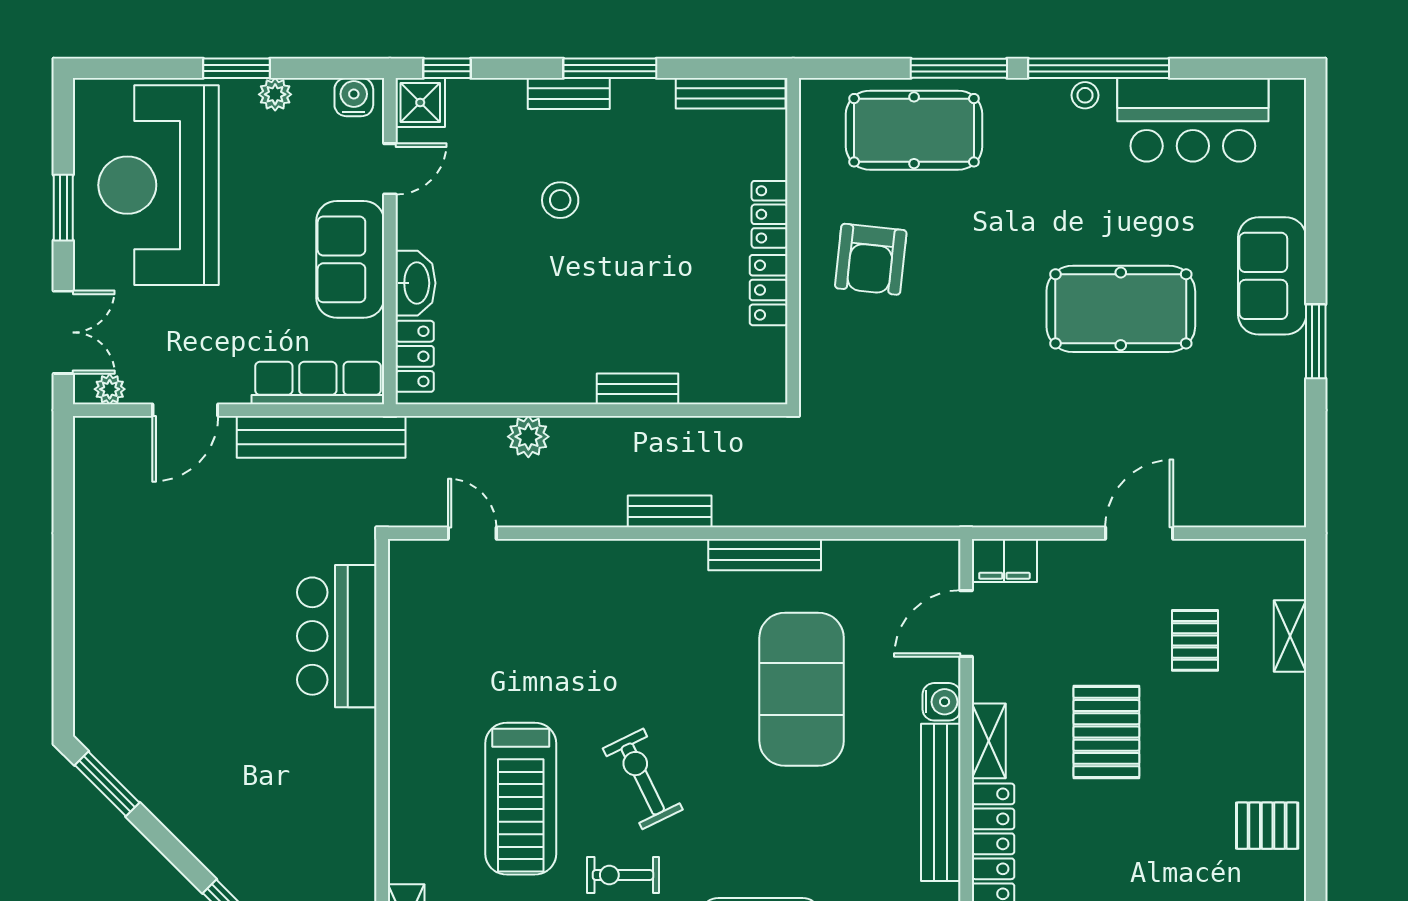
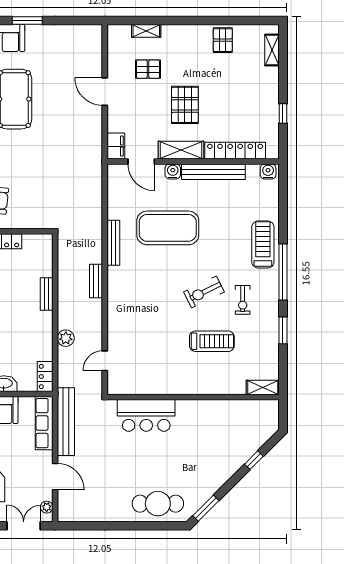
locker: (415, 356) -> (45, 377), moved, turned -90
cafe table: (118, 665) -> (158, 504), added
pallet: (1106, 732) -> (185, 105), turned 90
shelving: (989, 741) -> (181, 150), width x1.50, depth x1.33
treadmill: (521, 799) -> (212, 341), width x0.73, depth x0.73

